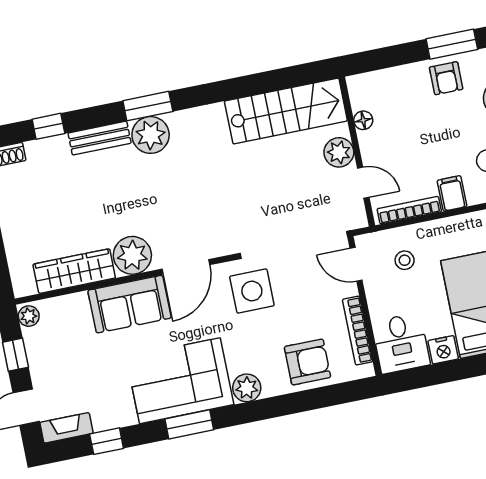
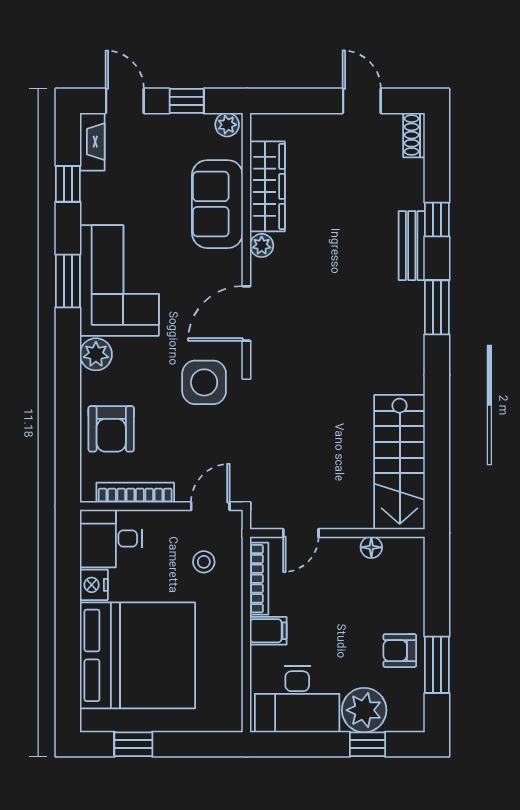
window: (48, 126) -> (437, 219), moved
plant: (151, 135) -> (404, 304), removed
plant: (339, 152) -> (341, 512), removed
plant: (132, 255) -> (262, 245), width x0.53, depth x0.53
door: (186, 267) -> (246, 313), hinge flipped
sofa: (129, 304) -> (217, 204), moved

